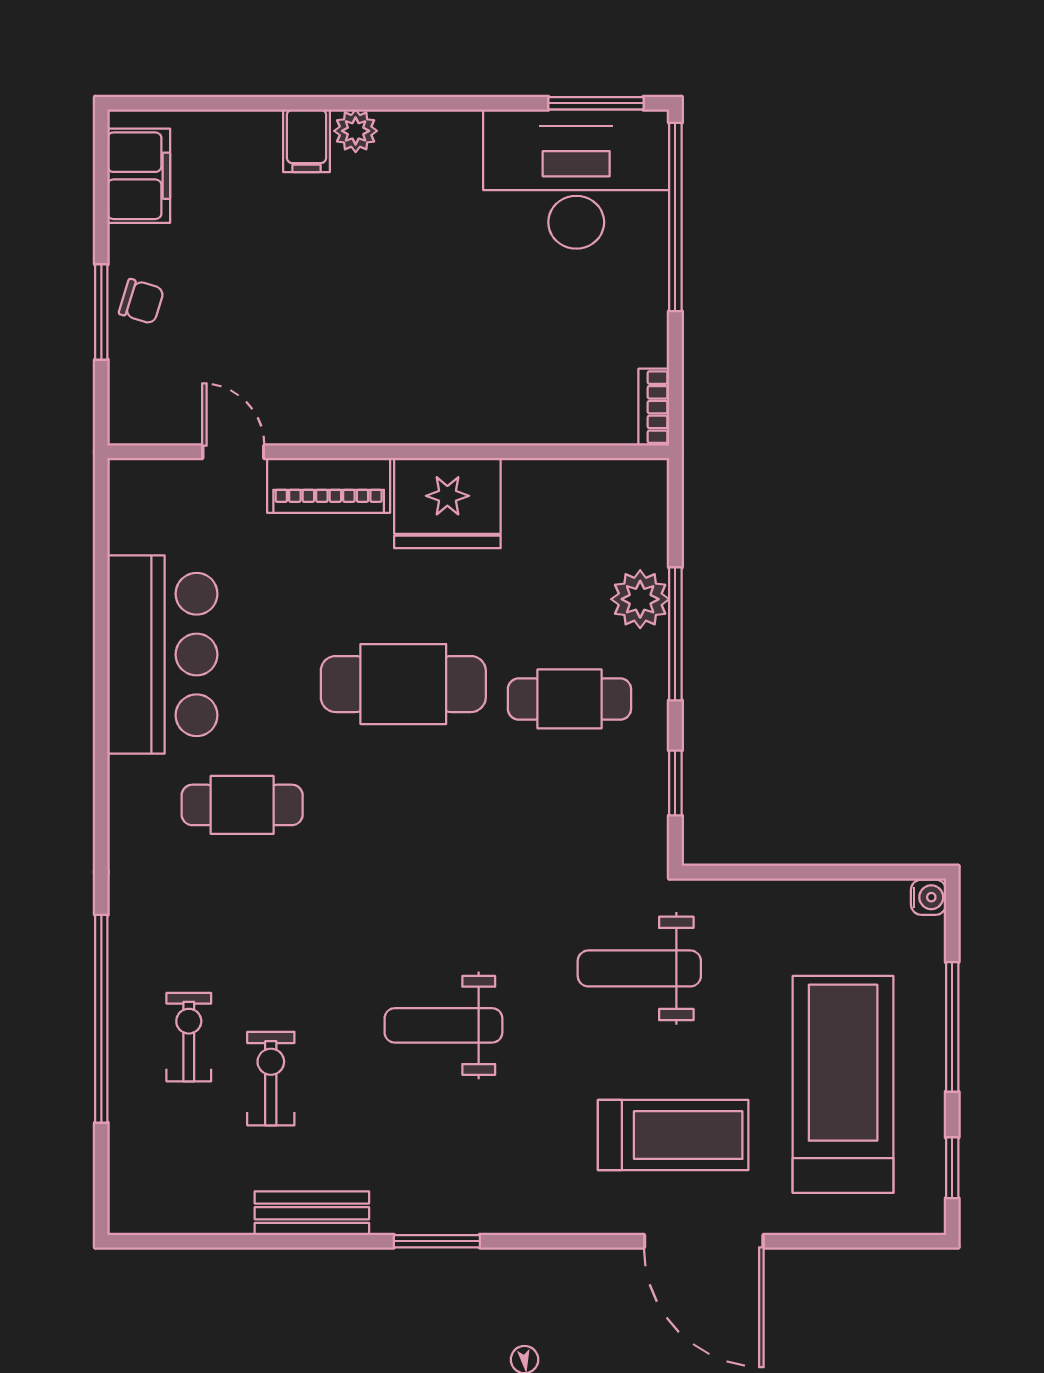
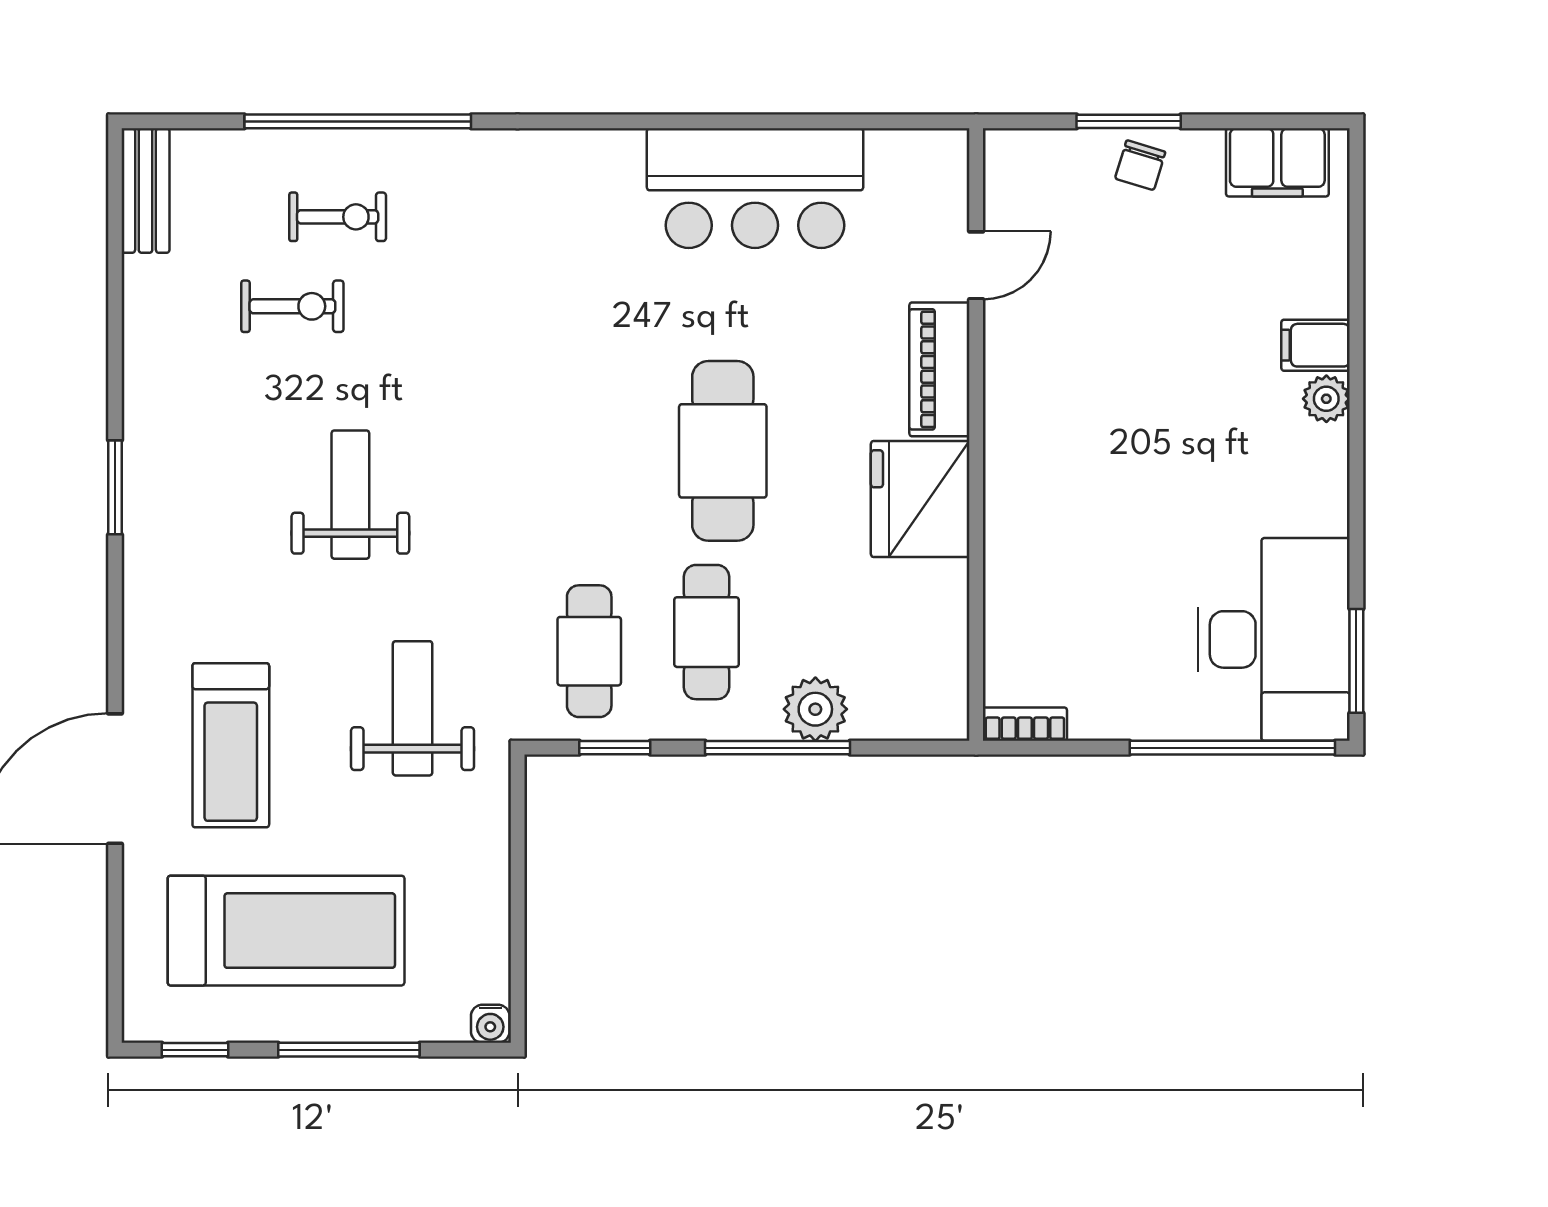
cafe table: (242, 805) -> (589, 651), moved
bench: (312, 1213) -> (146, 190), moved

